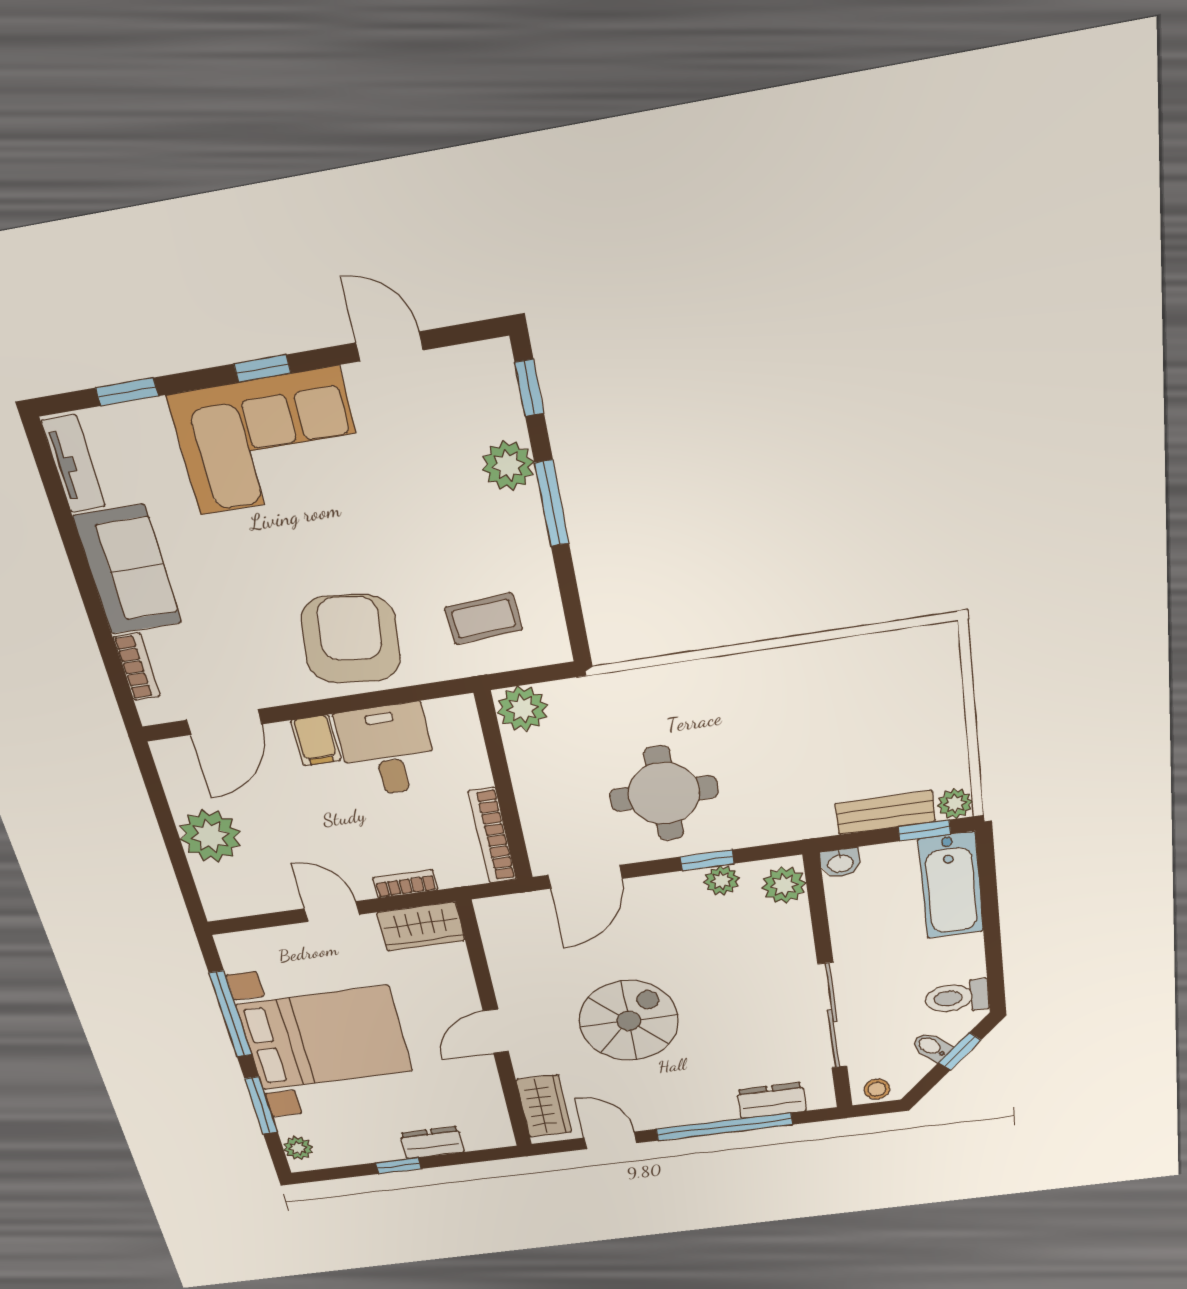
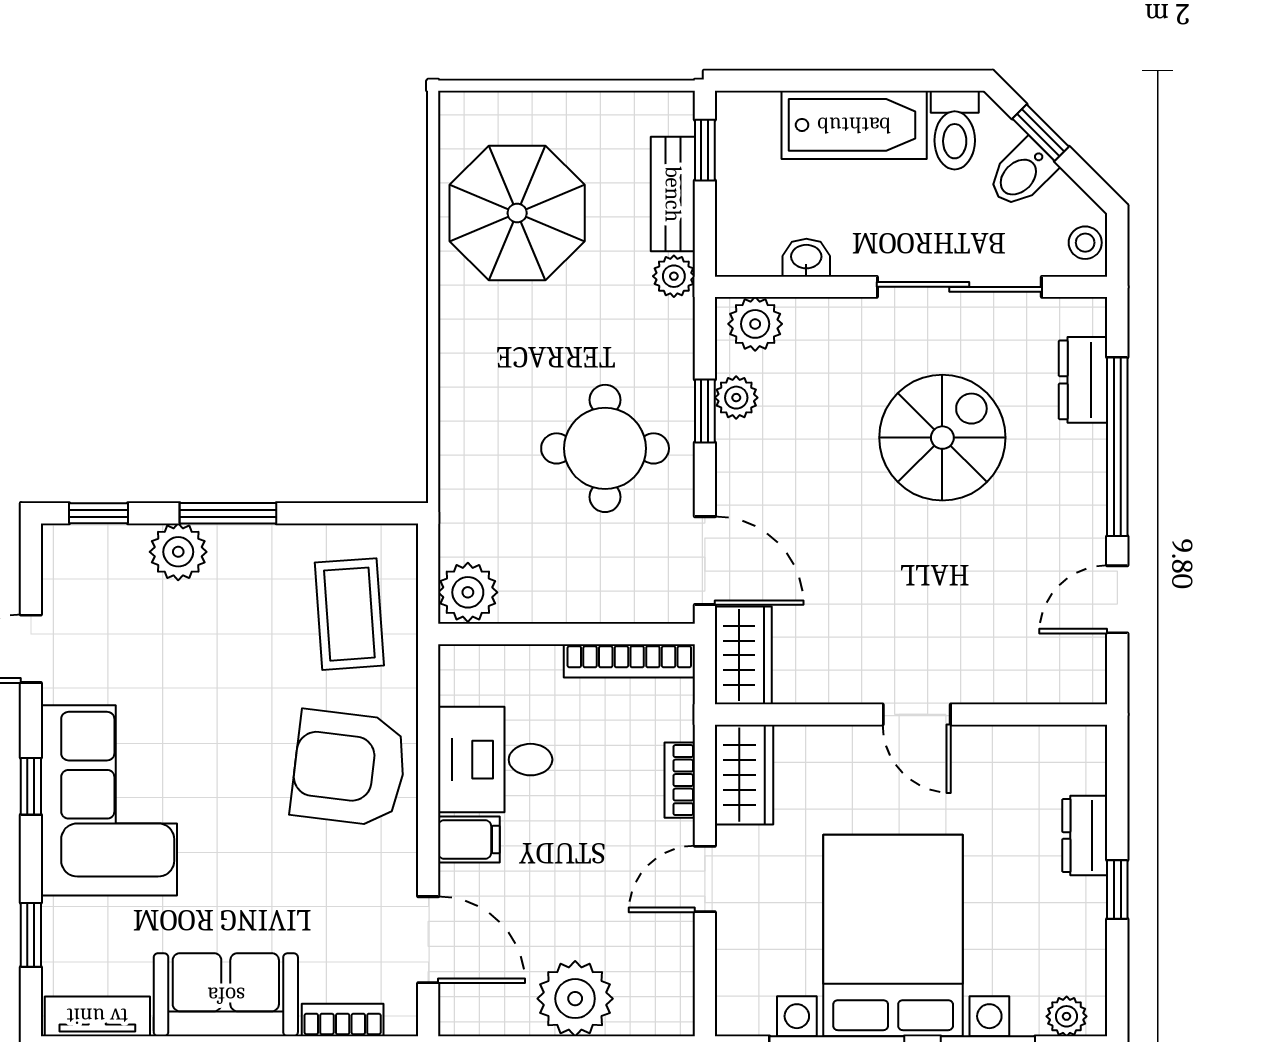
coffee table: (484, 619) -> (349, 614), width x1.36, depth x1.30
parasol: (856, 699) -> (517, 213), added
plant: (955, 804) -> (674, 276), moved
washbasin: (840, 863) -> (806, 258), moved, turned -90
bathtub: (951, 885) -> (854, 125), moved
spiral stairs: (629, 1021) -> (942, 438), moved, turned 90
bidet: (931, 1047) -> (1022, 174), width x1.38, depth x1.36
wardrobe: (544, 1106) -> (743, 655), moved, turned 90

